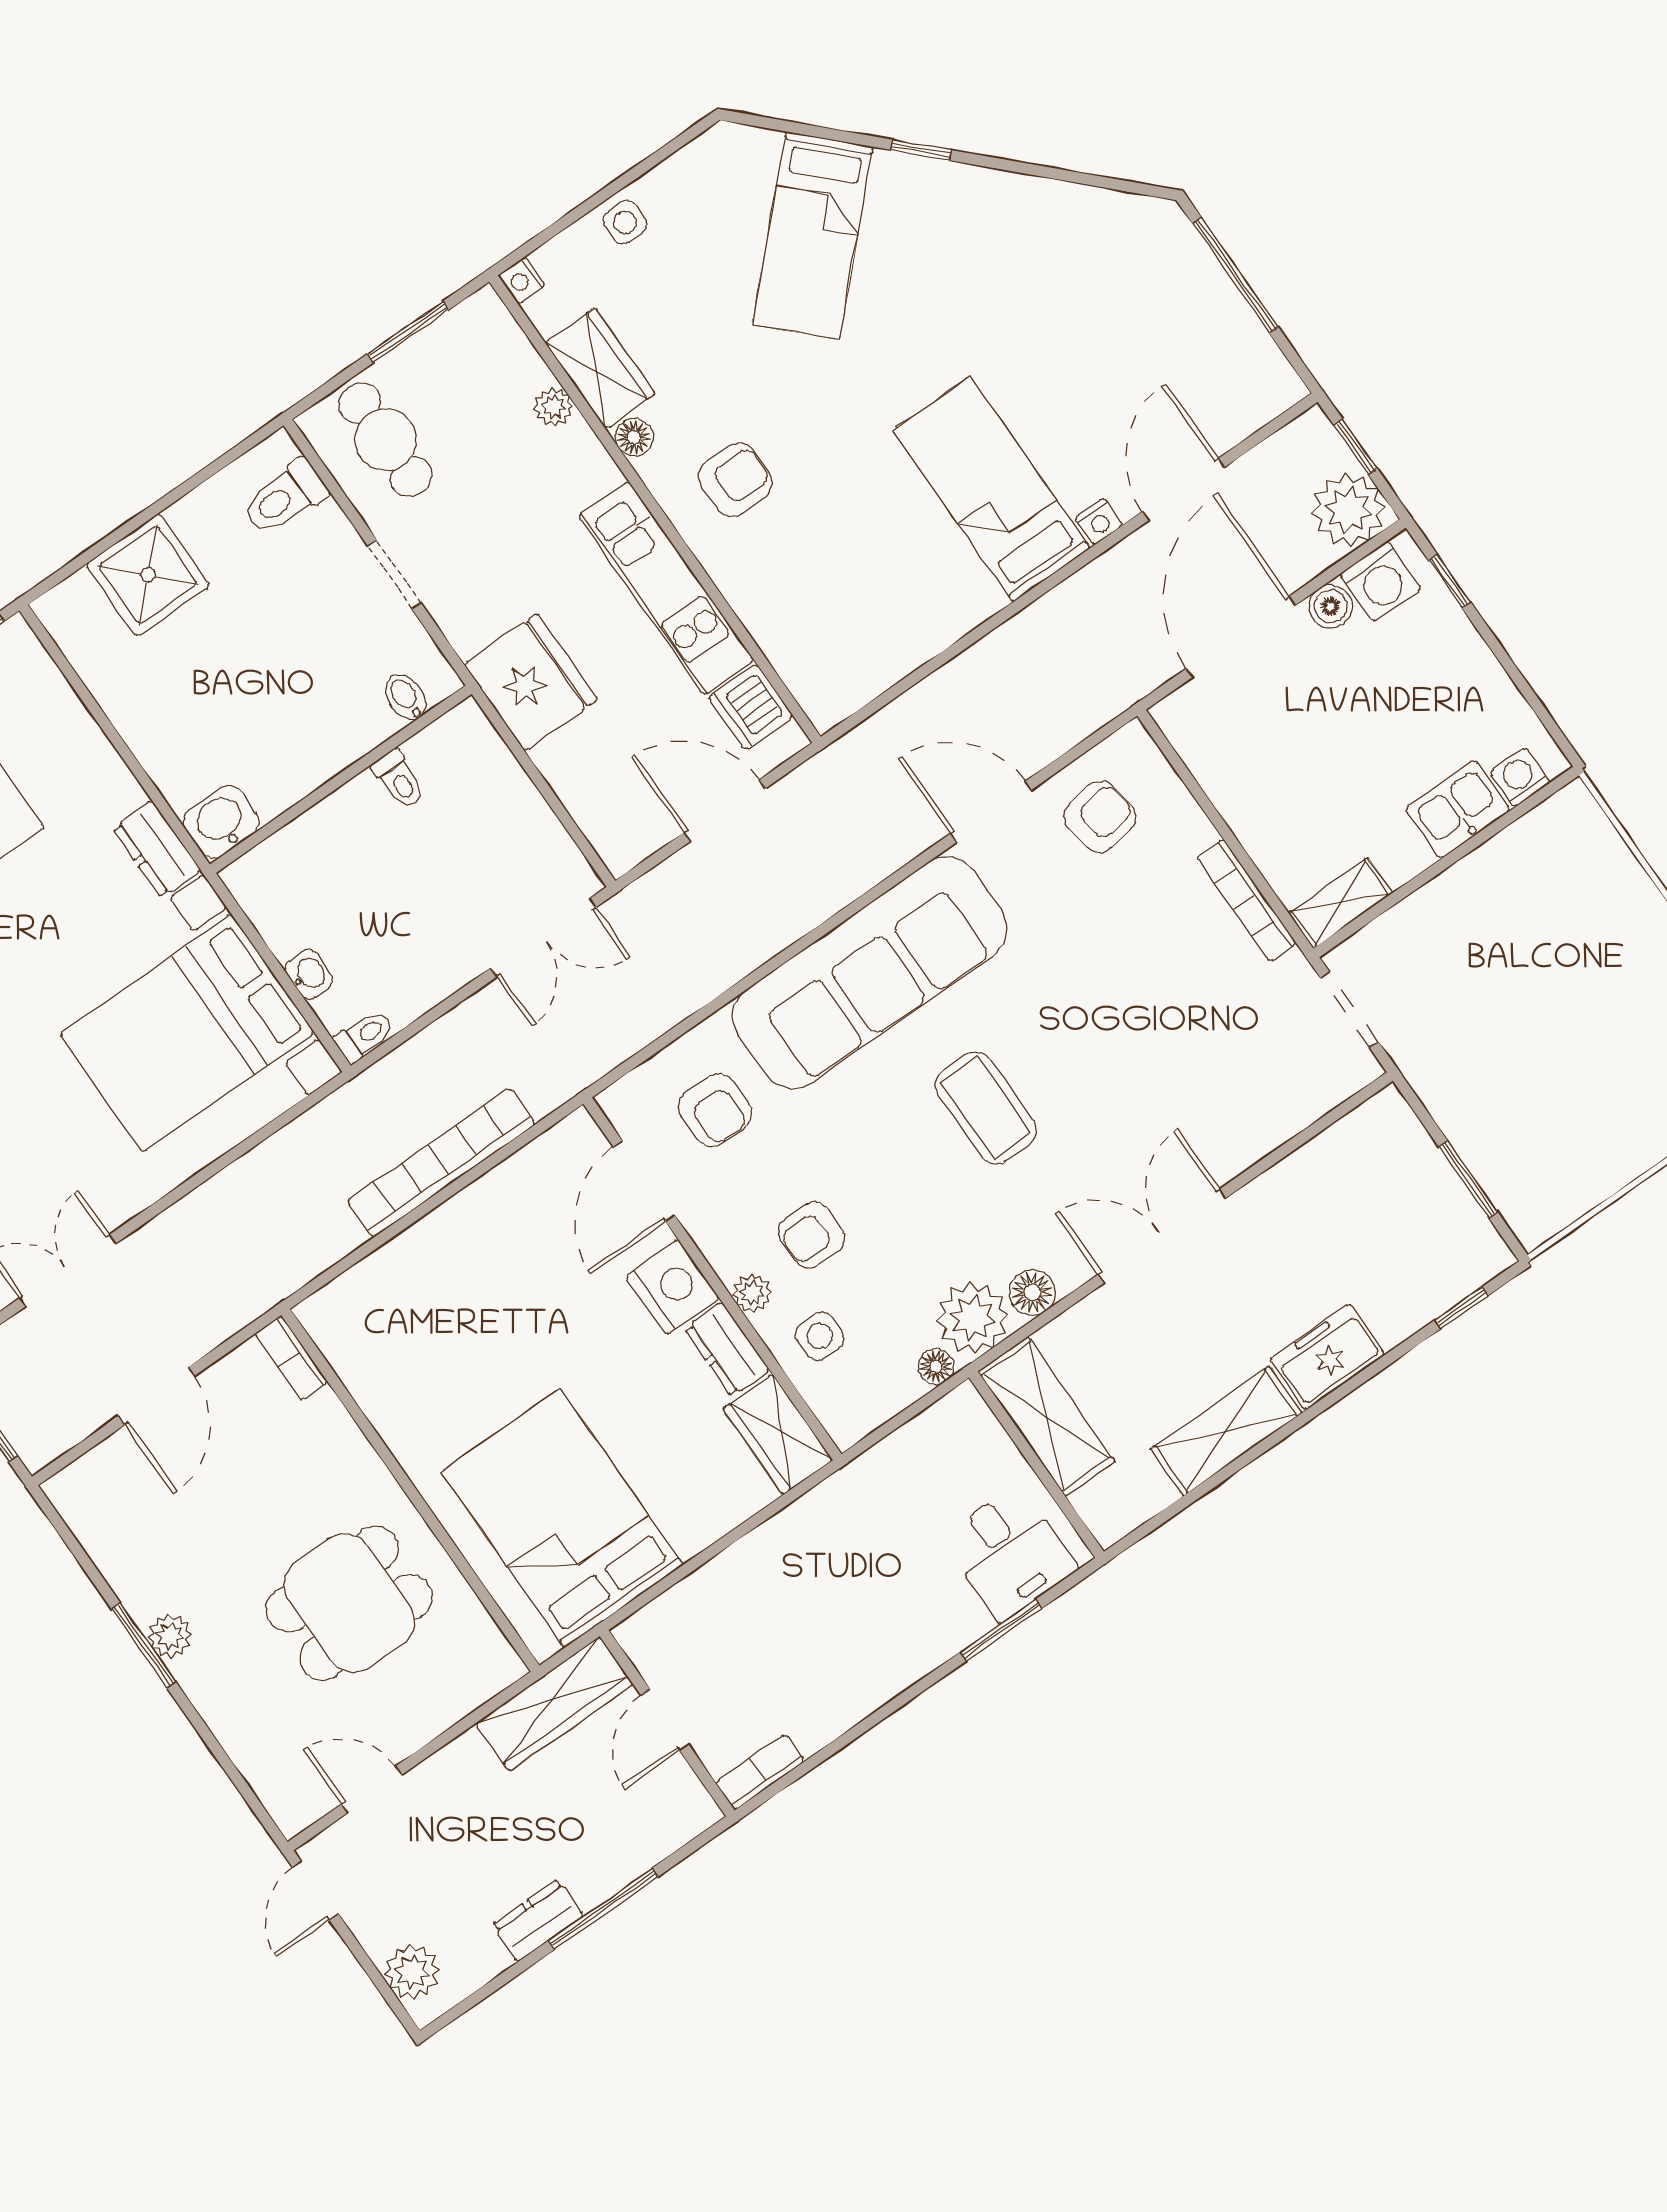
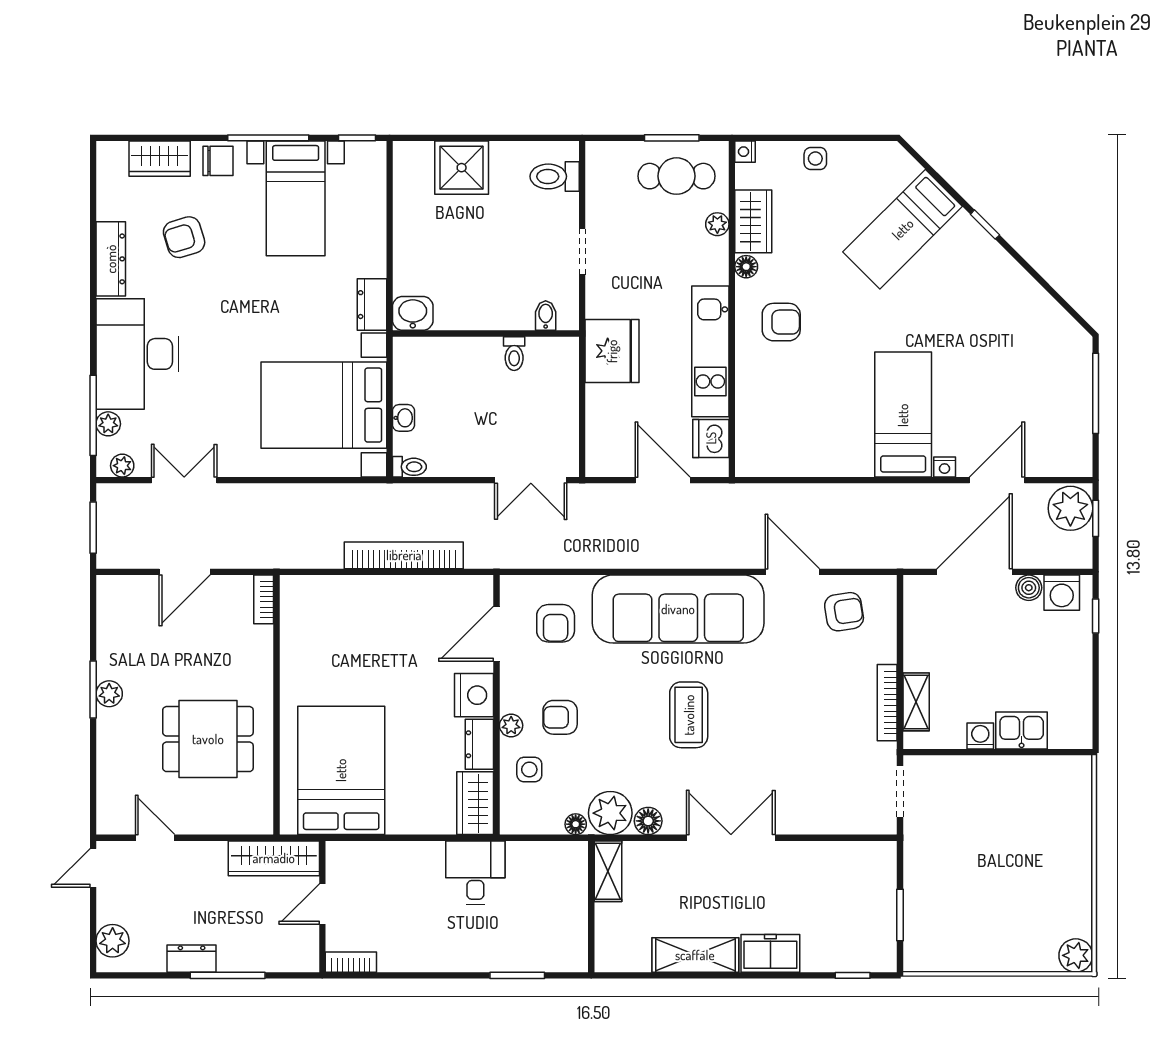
cafe table: (386, 440) -> (677, 176), moved, turned 90
plant: (1348, 510) -> (1070, 508), moved
washing machine: (1520, 777) -> (980, 736), moved
shelving: (1340, 903) -> (916, 702), moved, turned 90
shelving: (1046, 1416) -> (608, 871), width x0.67, depth x0.75
desk: (1009, 1553) -> (475, 873), moved, turned 180

